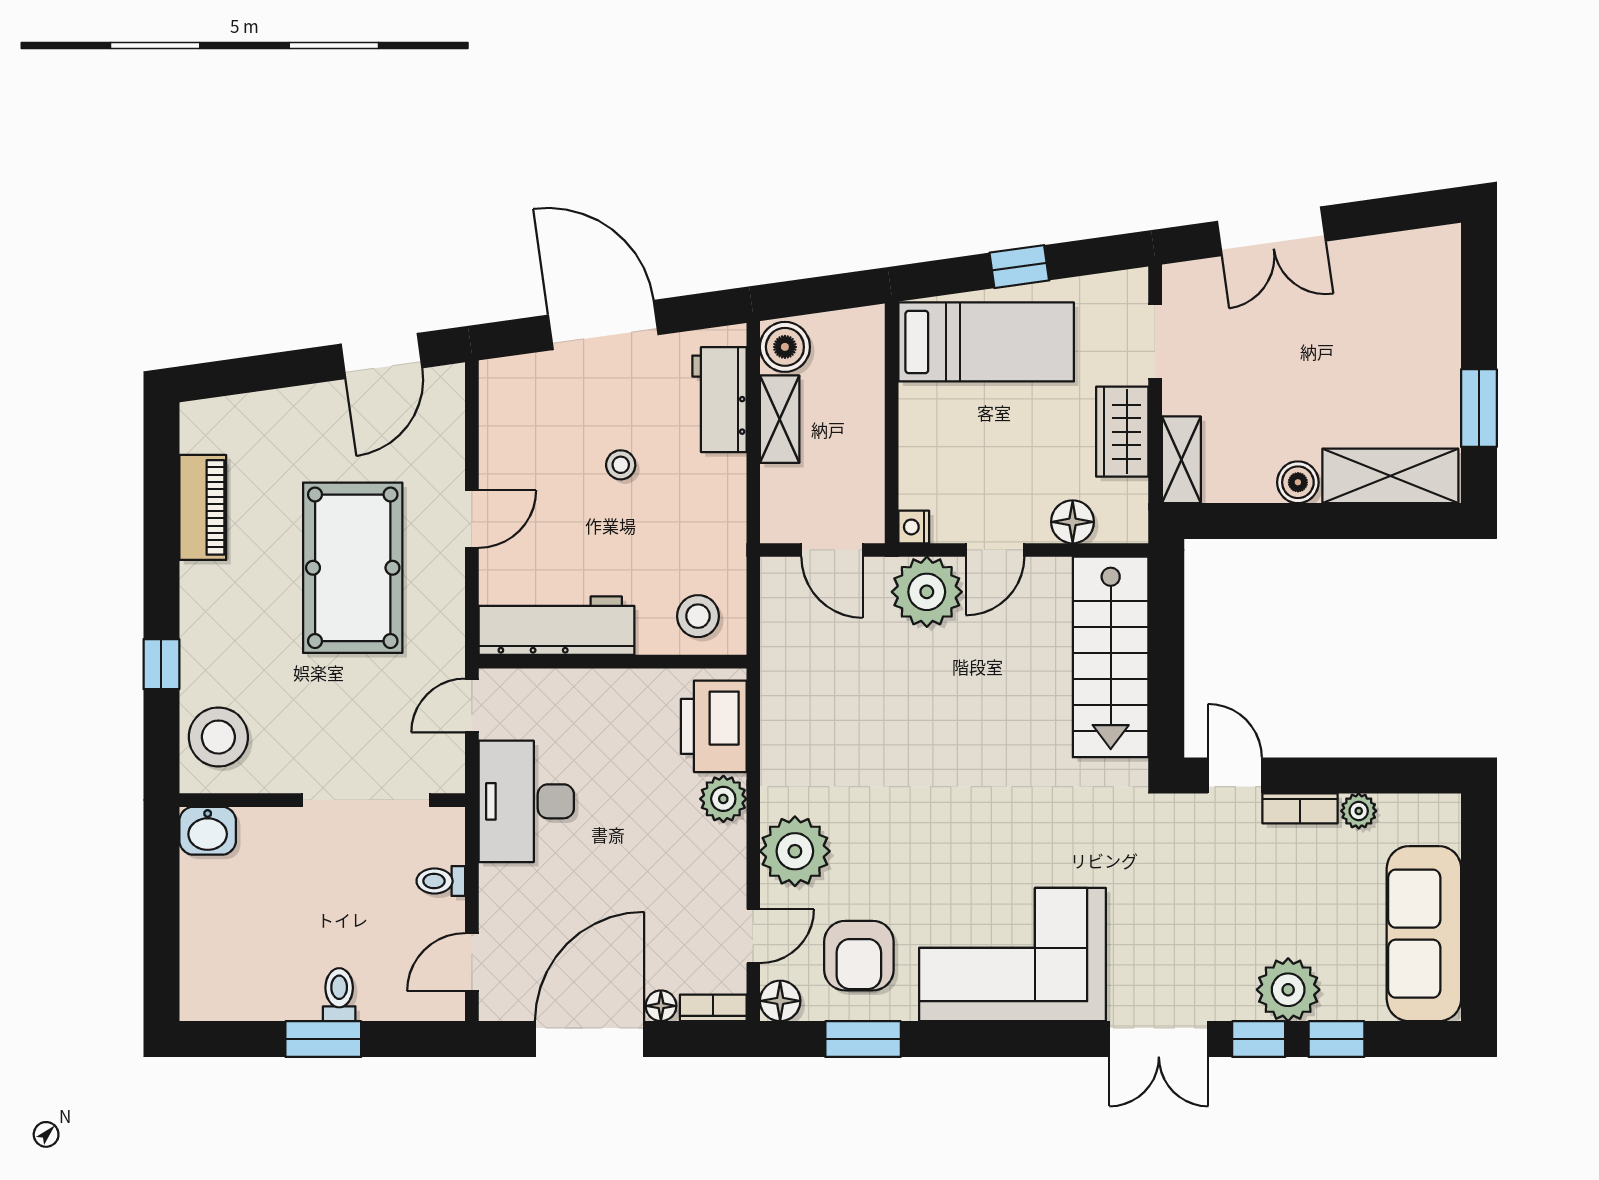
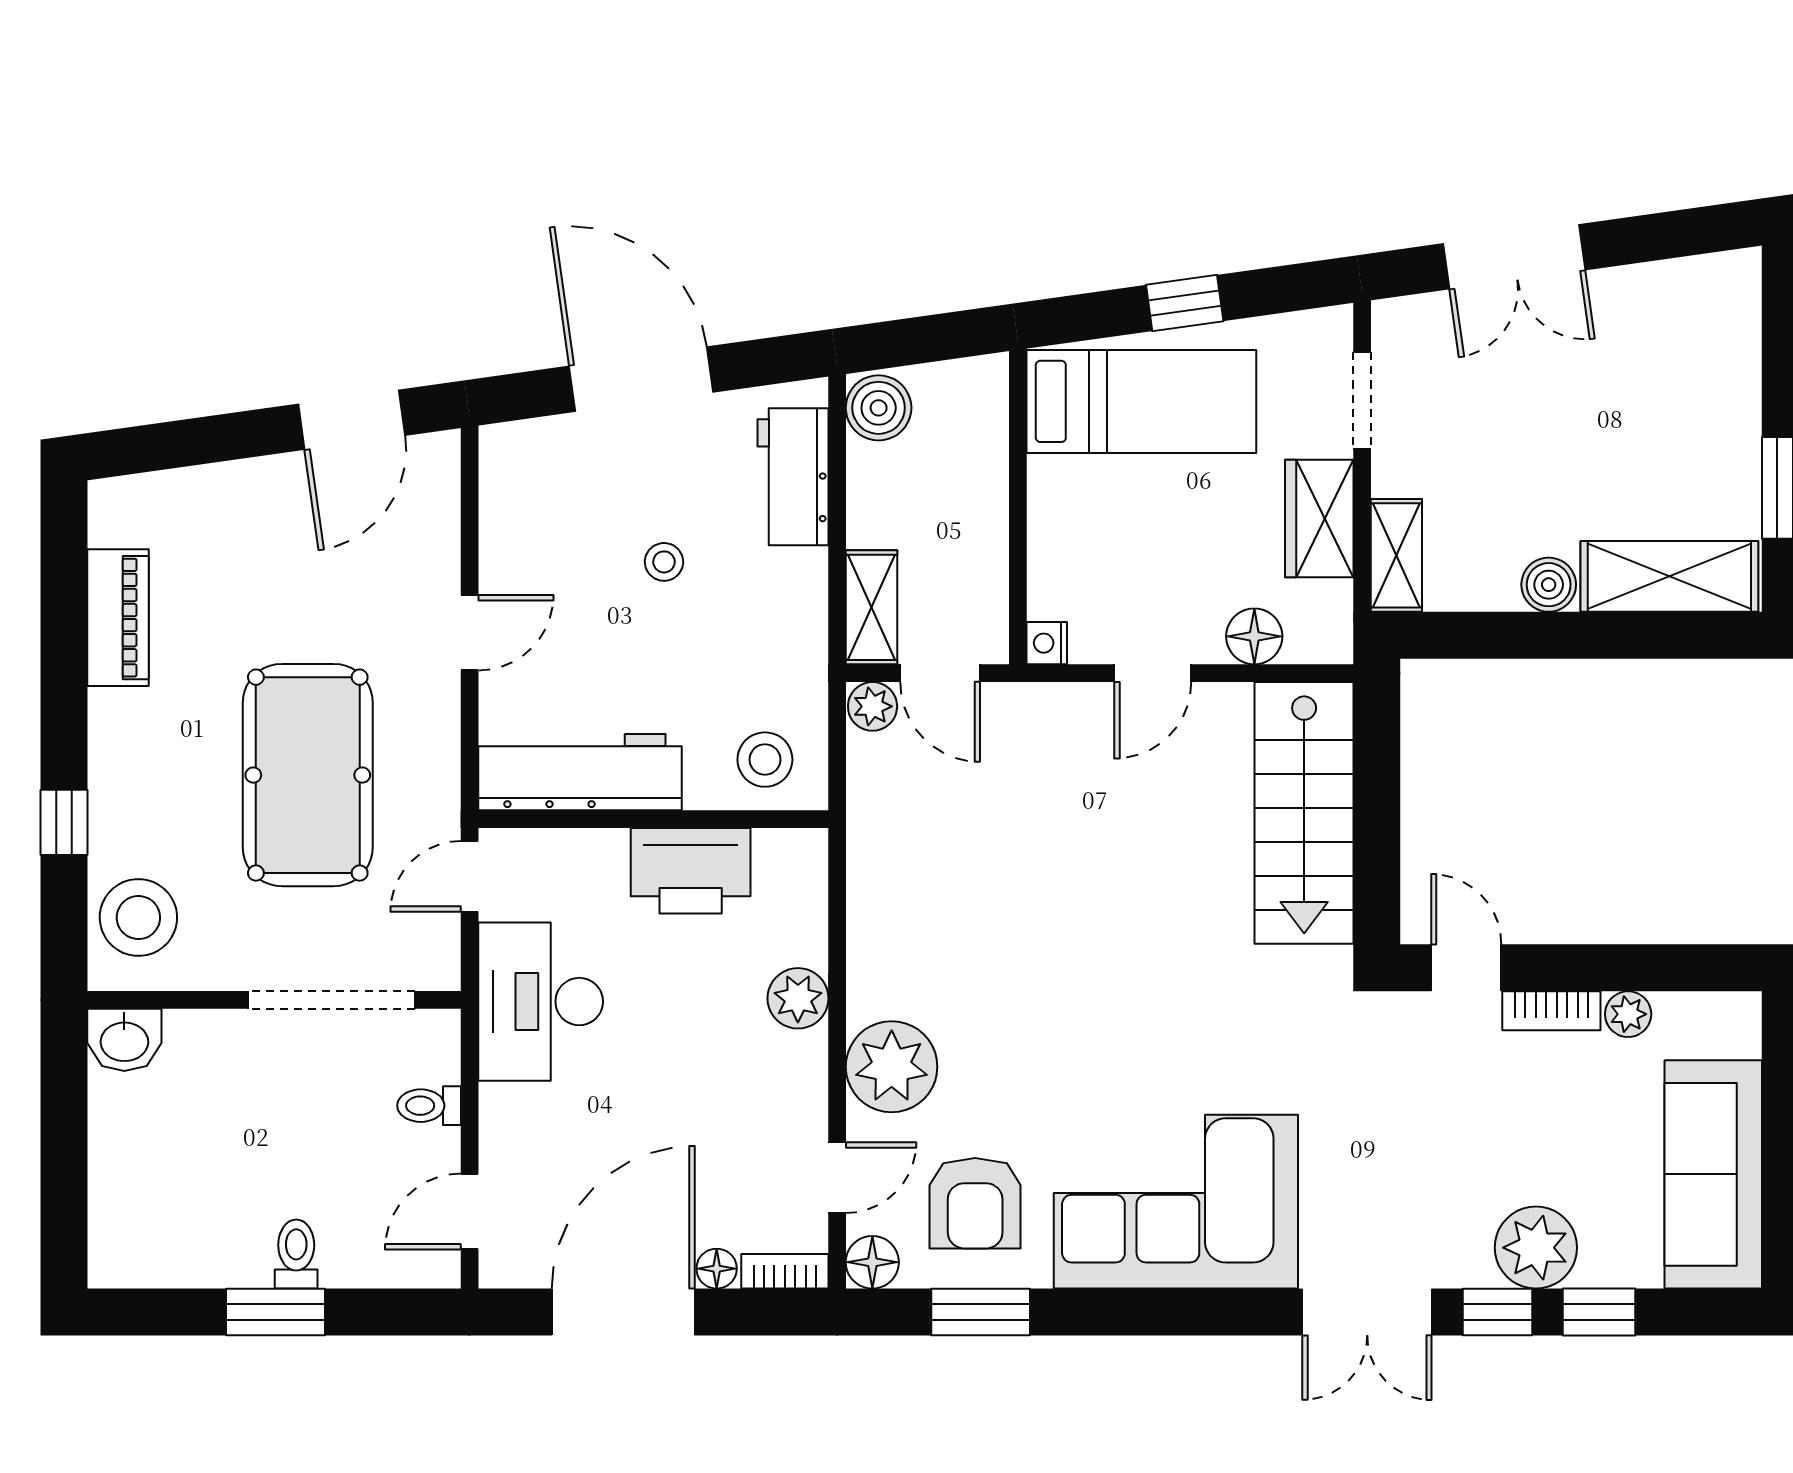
shelving: (780, 419) -> (872, 607), moved
pool table: (353, 568) -> (308, 775), moved
plant: (927, 592) -> (873, 706), moved, width x0.53, depth x0.53
printer: (714, 726) -> (691, 871), moved, turned -90

